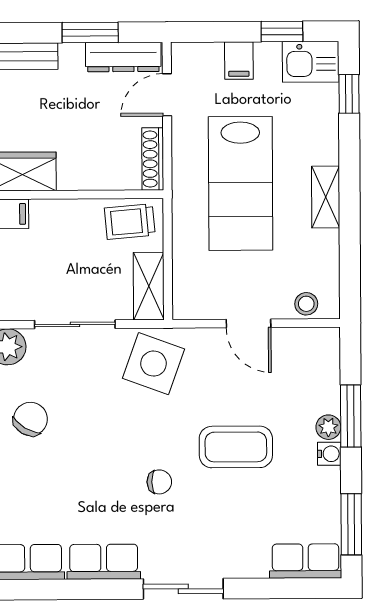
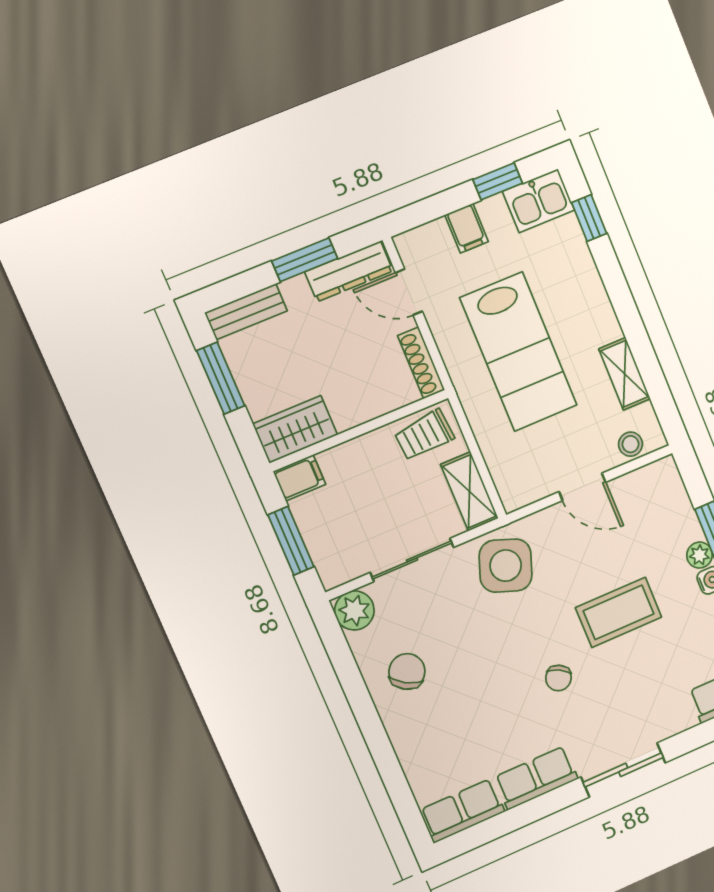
door: (167, 95) -> (409, 292), hinge flipped
shelving: (326, 197) -> (625, 374), moved
chair: (159, 482) -> (558, 678), turned 118

